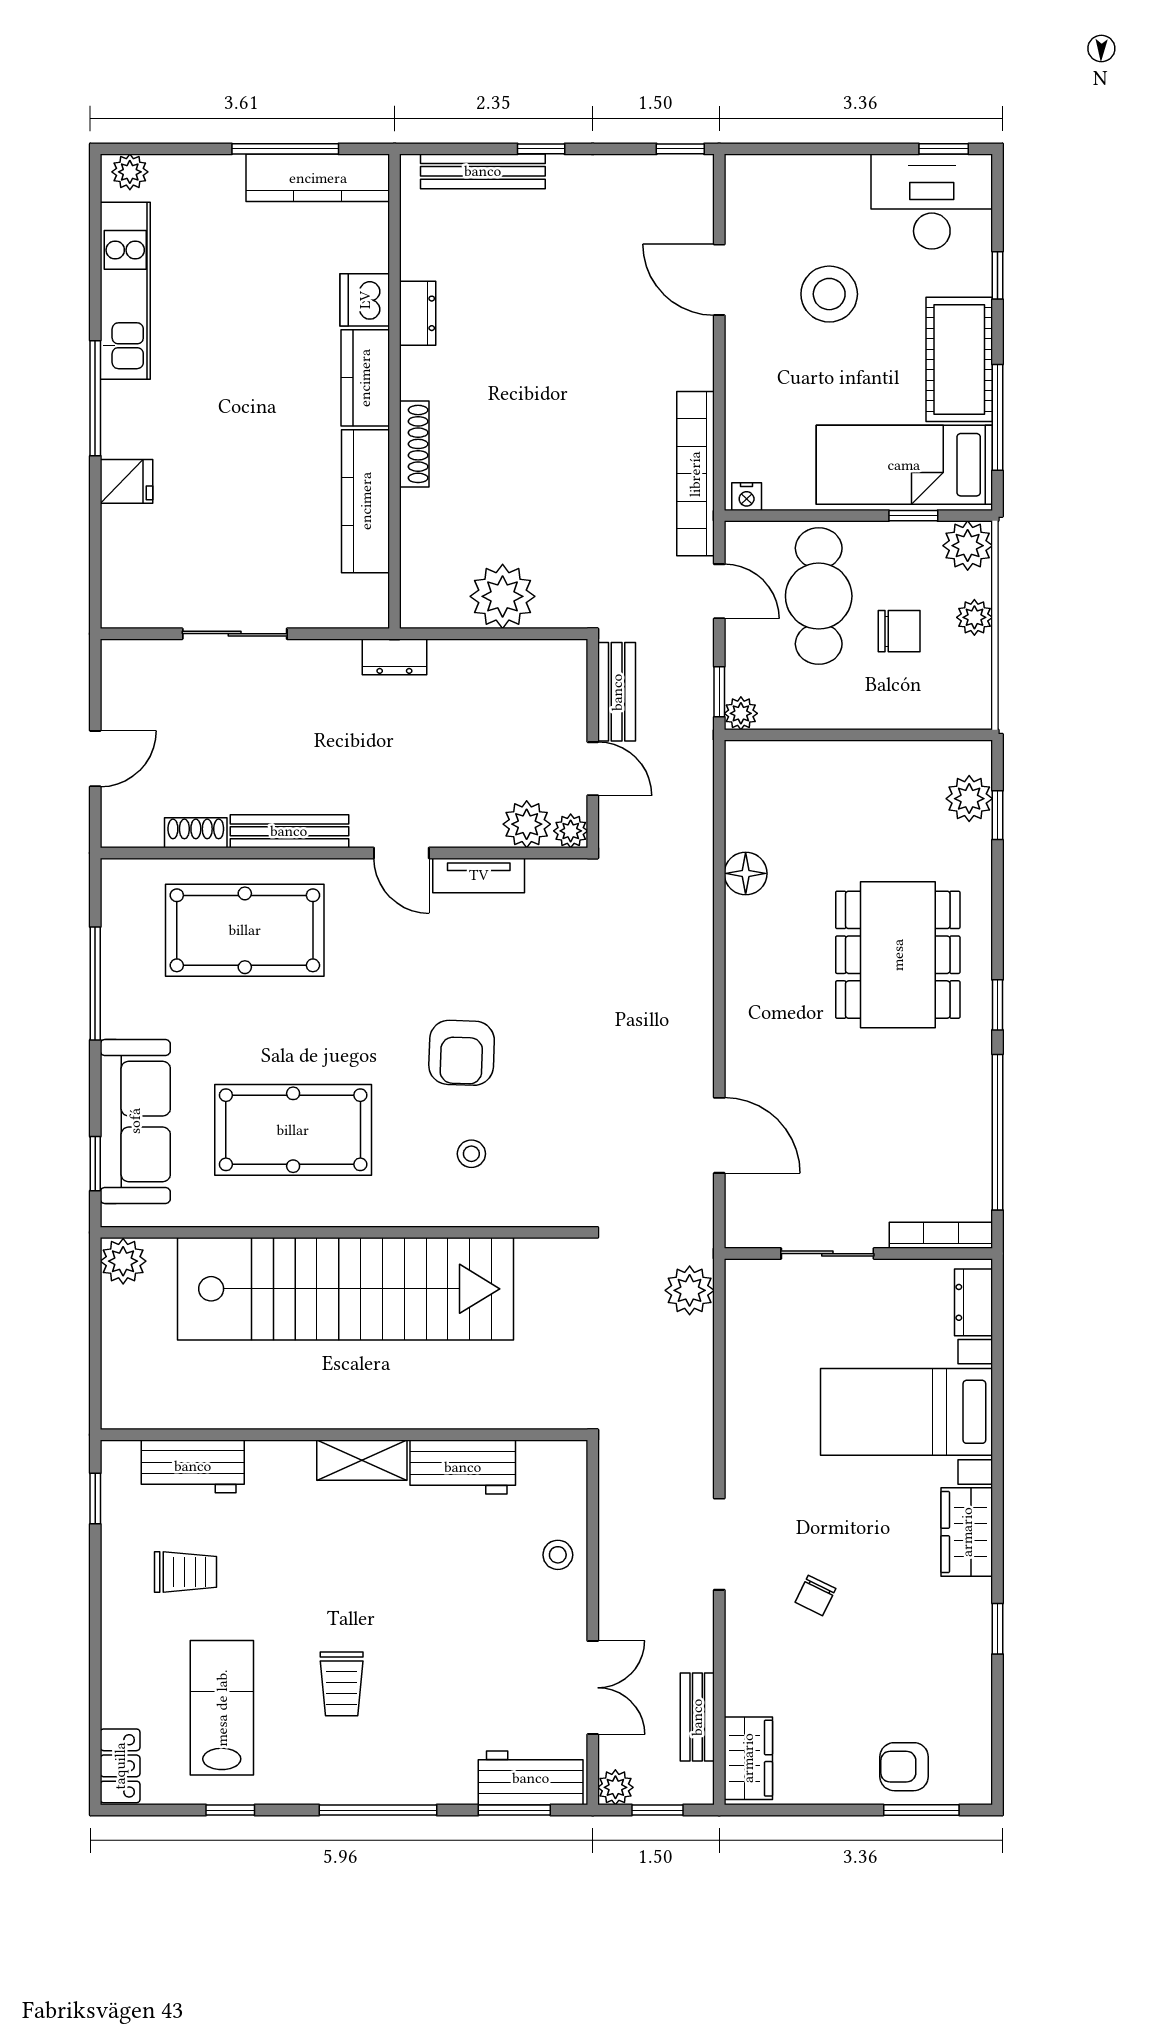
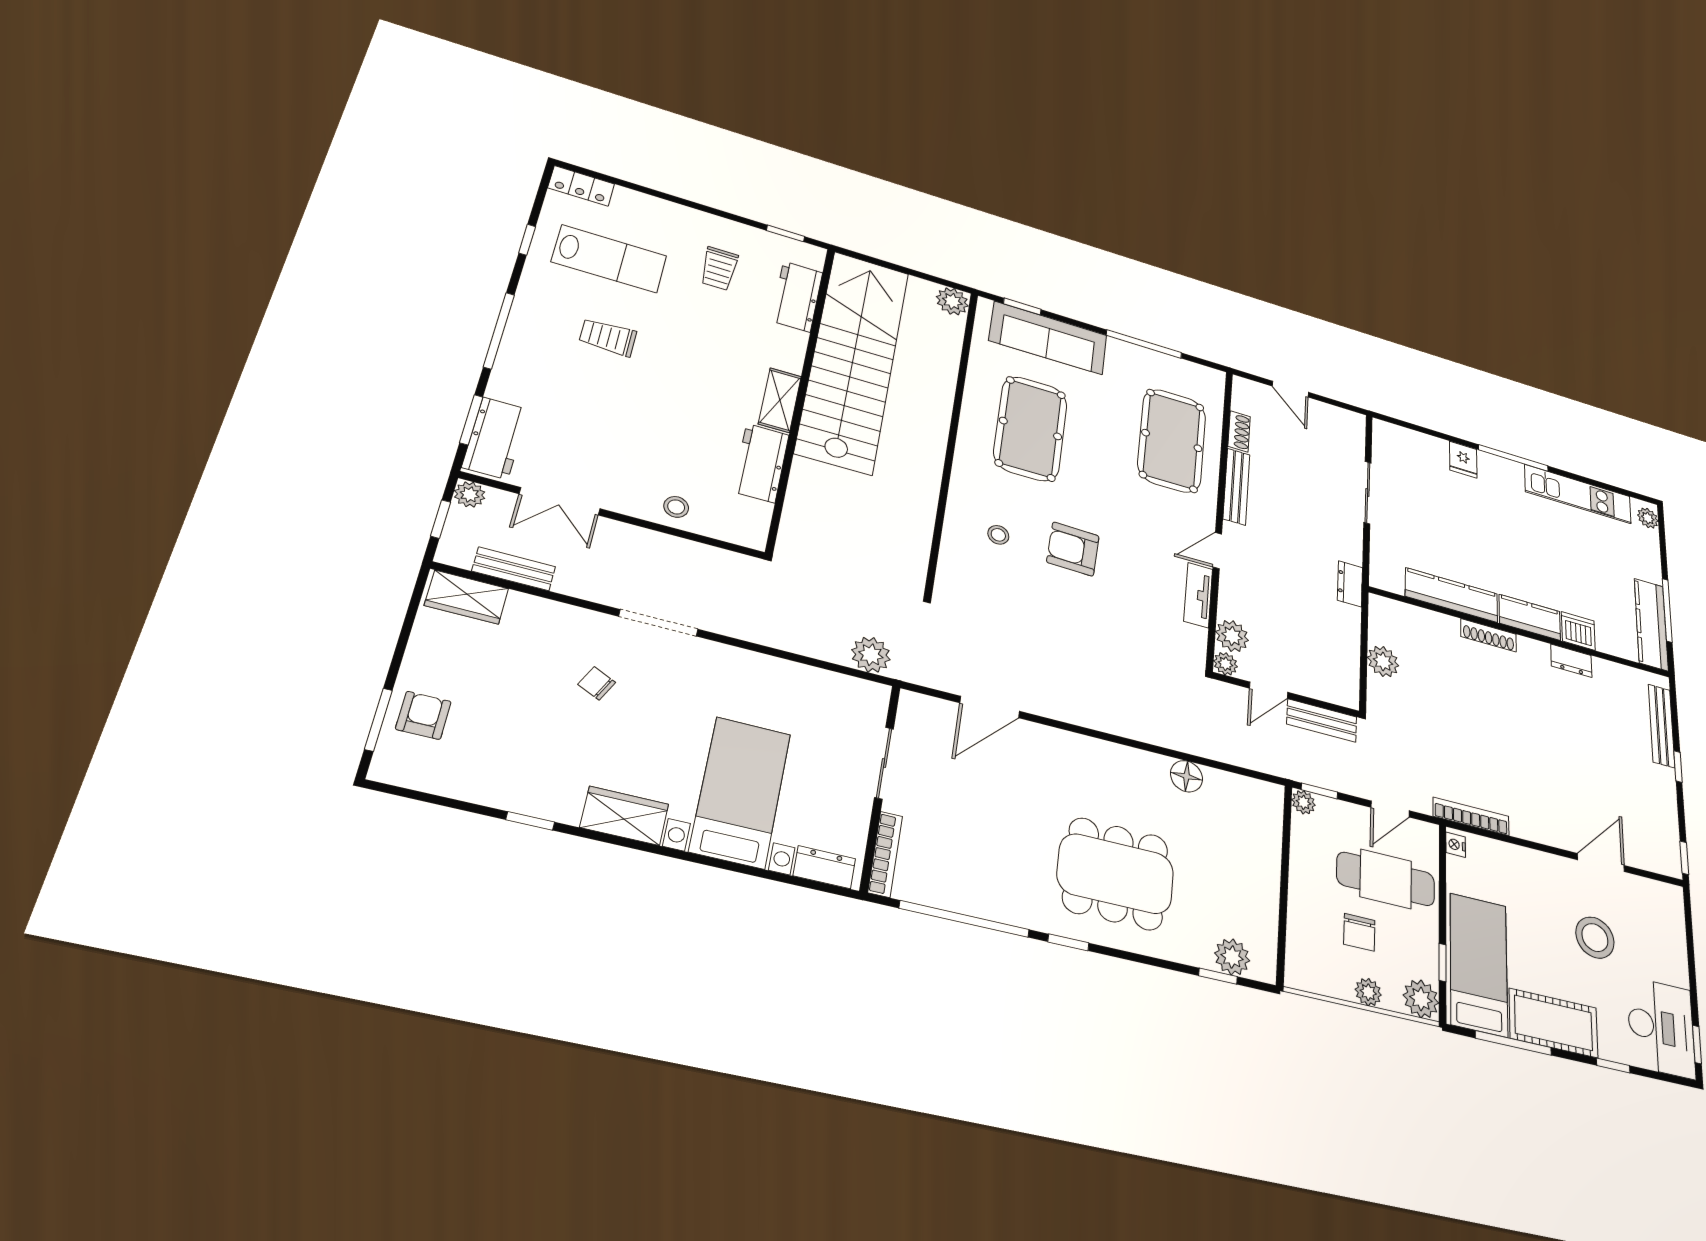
bookcase: (695, 474) -> (1471, 816), width x0.68, depth x0.76
plant: (503, 596) -> (1383, 661), width x0.73, depth x0.73
stairs: (345, 1289) -> (853, 361), moved, turned 180

